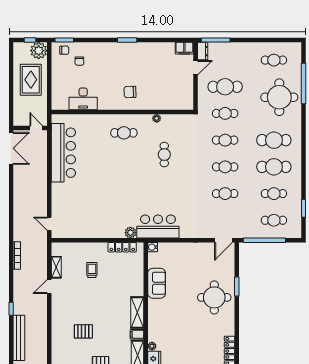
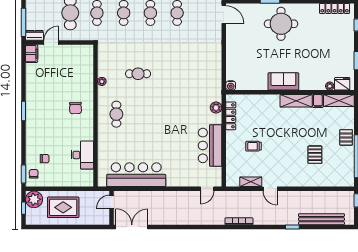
door: (195, 68) -> (51, 43), hinge flipped
bar counter: (158, 227) -> (210, 145), moved
sofa: (157, 283) -> (283, 81), moved

